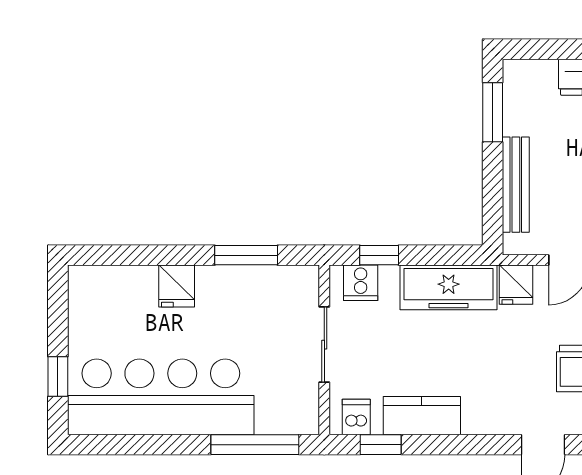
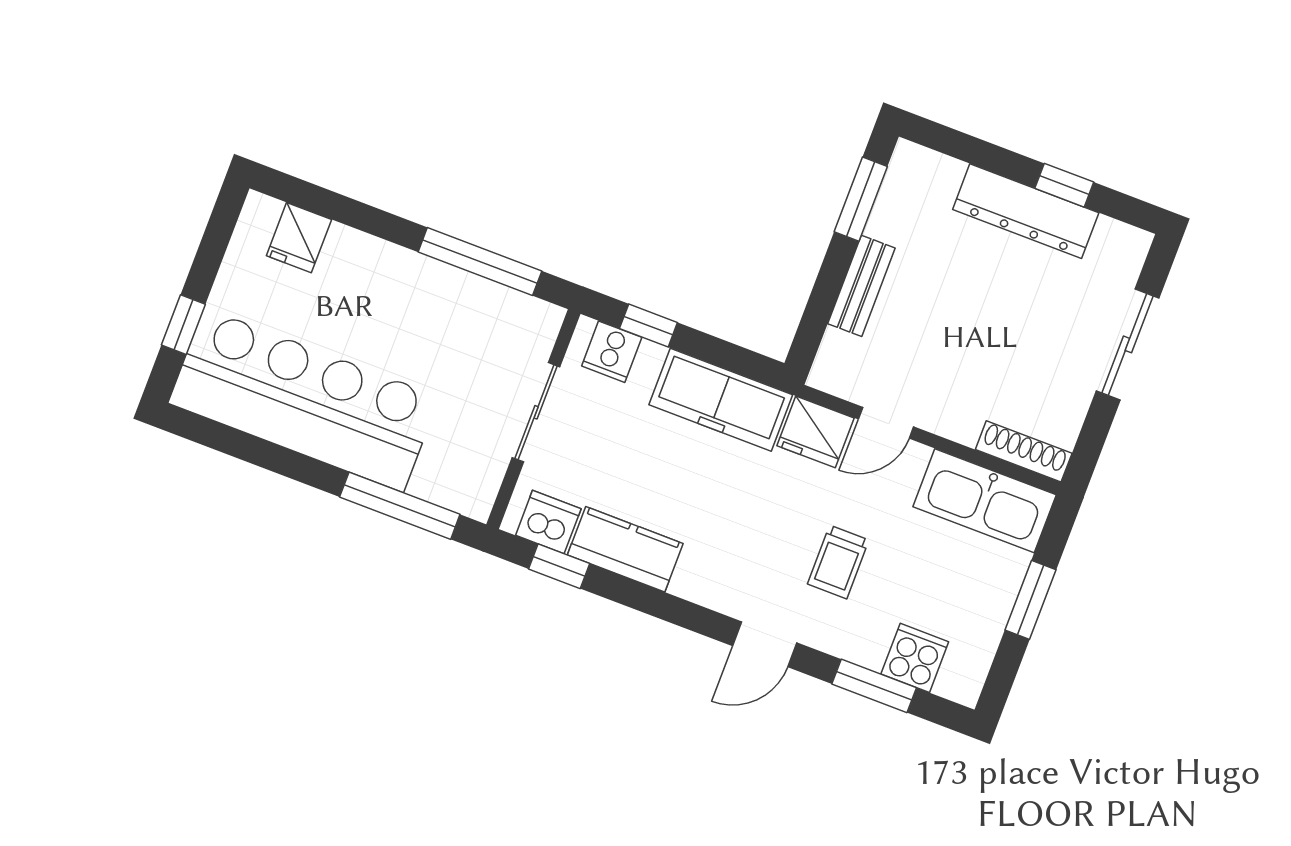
bench: (516, 185) -> (861, 286), width x0.73
window: (246, 255) -> (480, 262), width x1.44
fridge: (516, 285) -> (816, 432), width x1.38
fridge: (177, 286) -> (299, 238), moved
dishwasher: (356, 417) -> (548, 522), width x1.38

